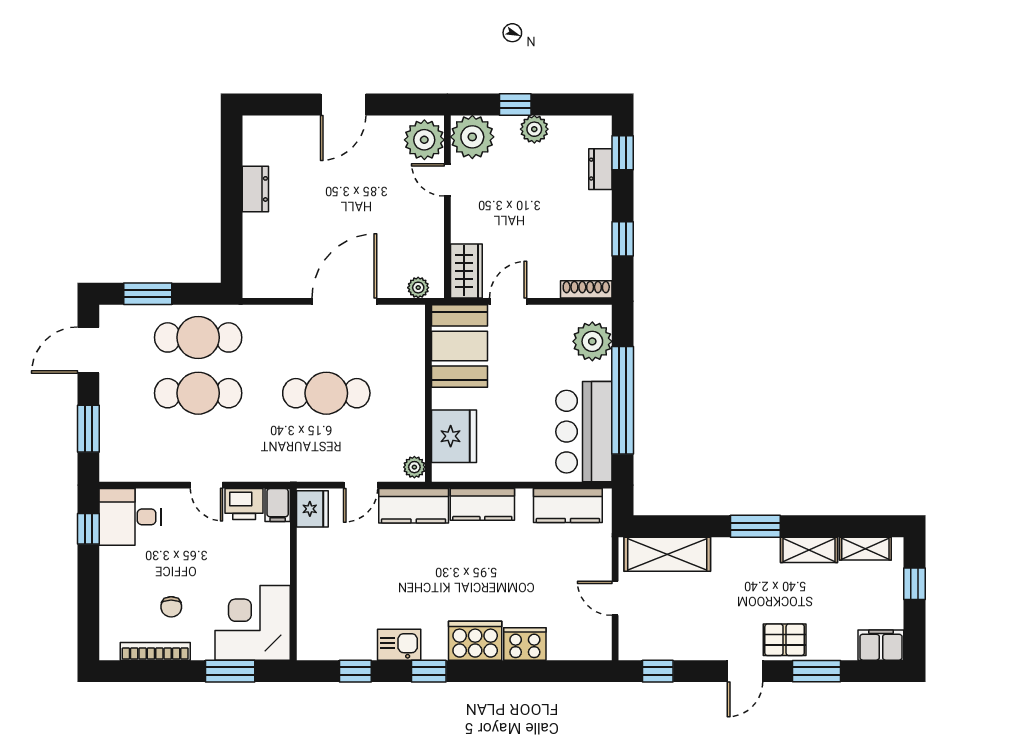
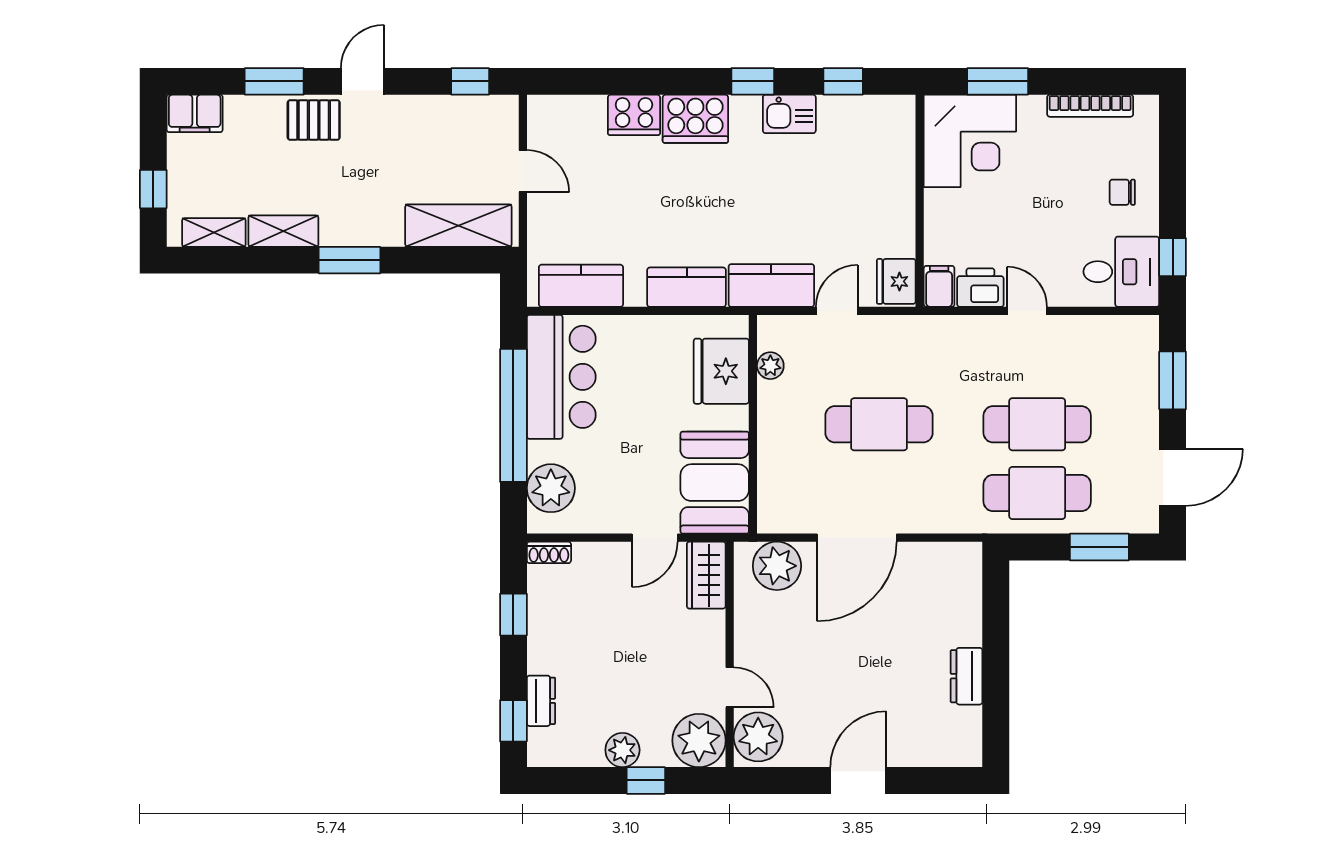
plant: (418, 288) -> (777, 566), width x1.88, depth x1.88
shoe rack: (586, 289) -> (549, 552), width x0.70
plant: (414, 467) -> (770, 366), moved
chair: (171, 607) -> (1122, 192), moved, turned -90

